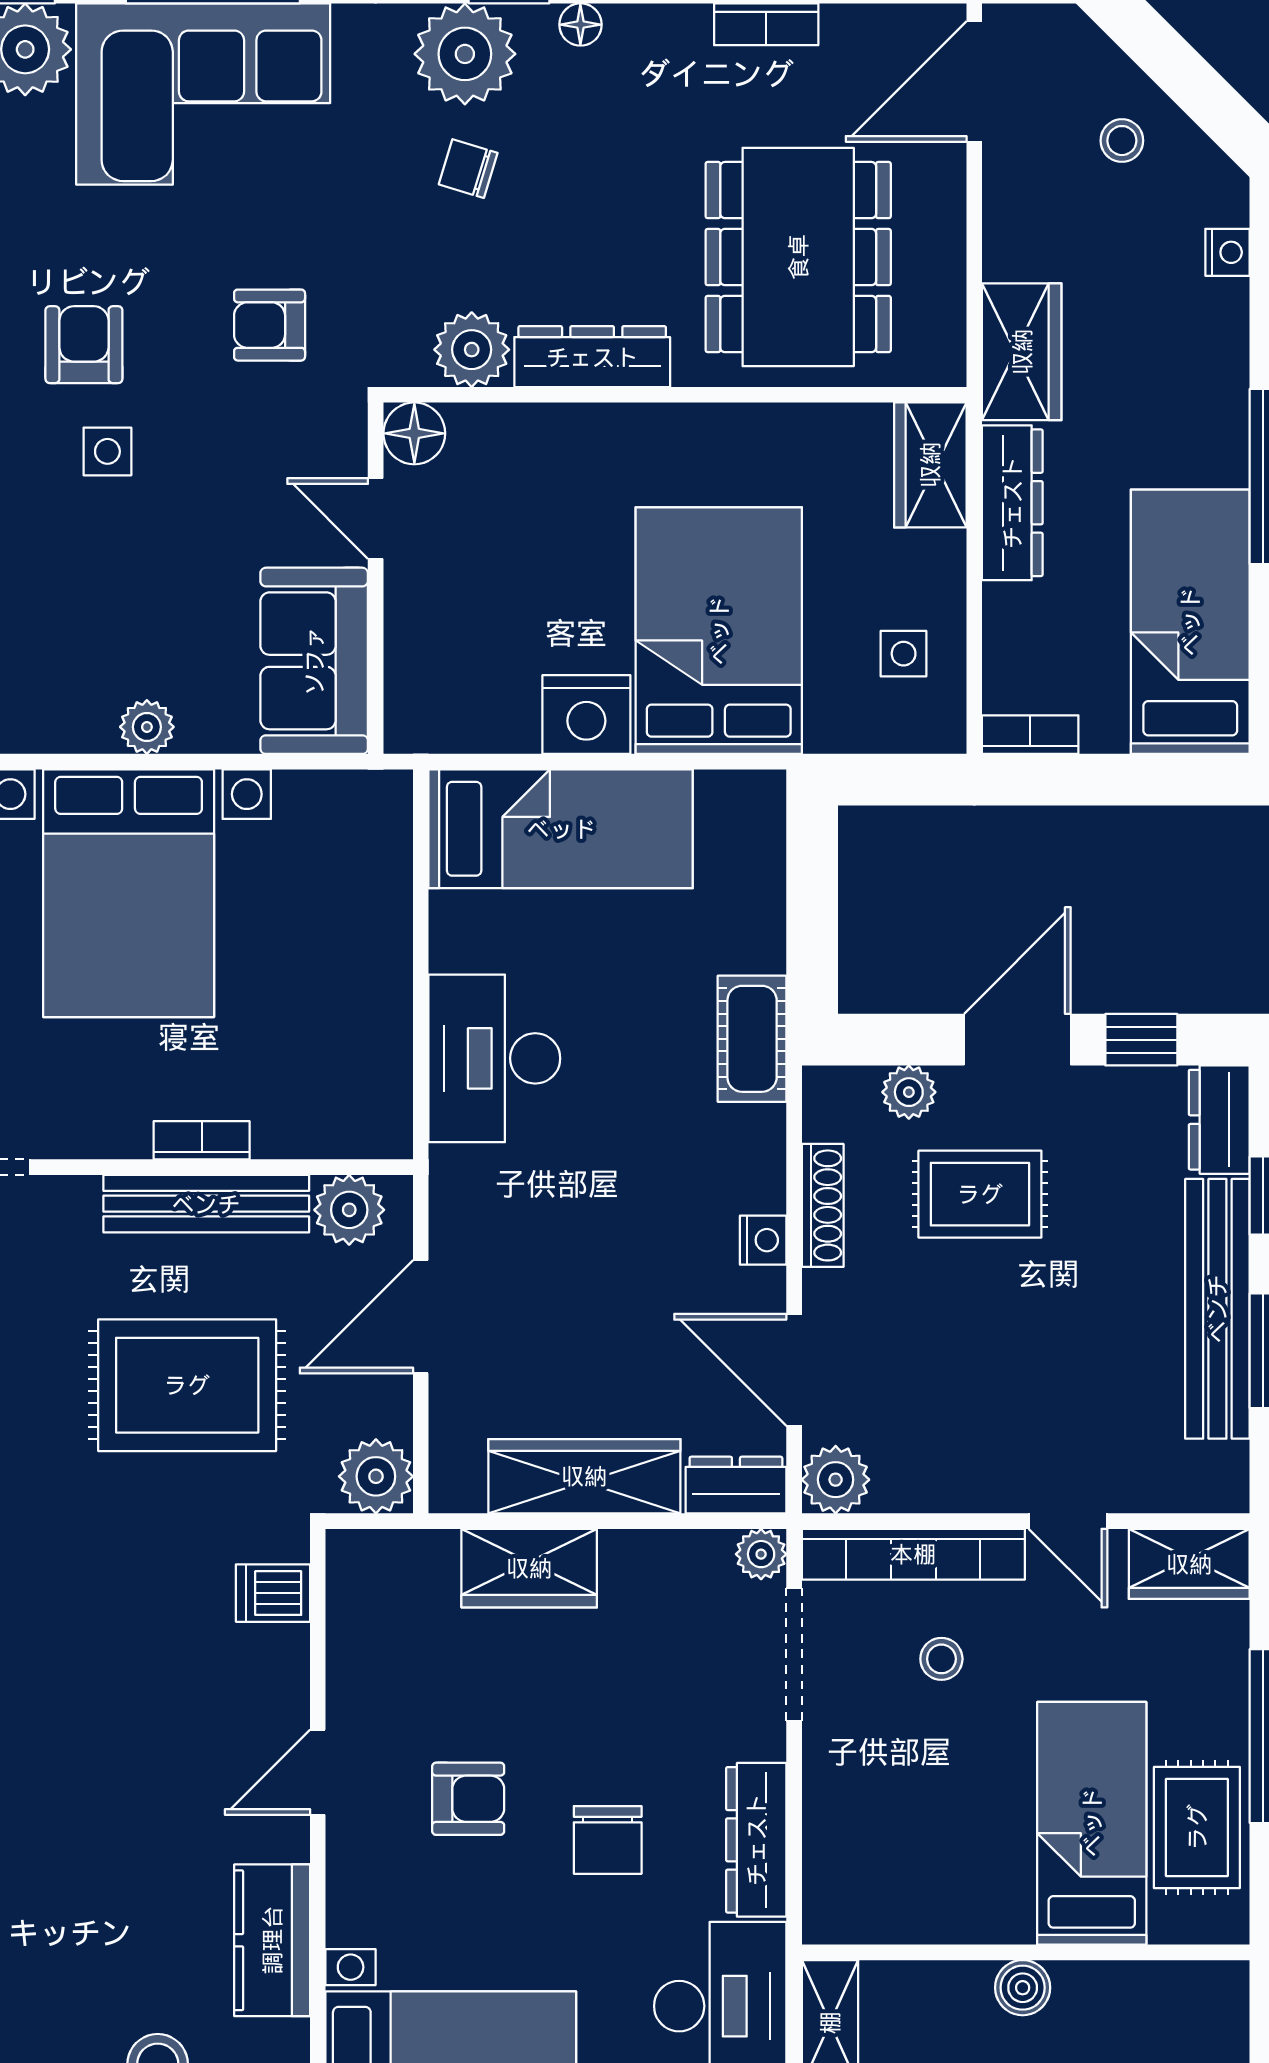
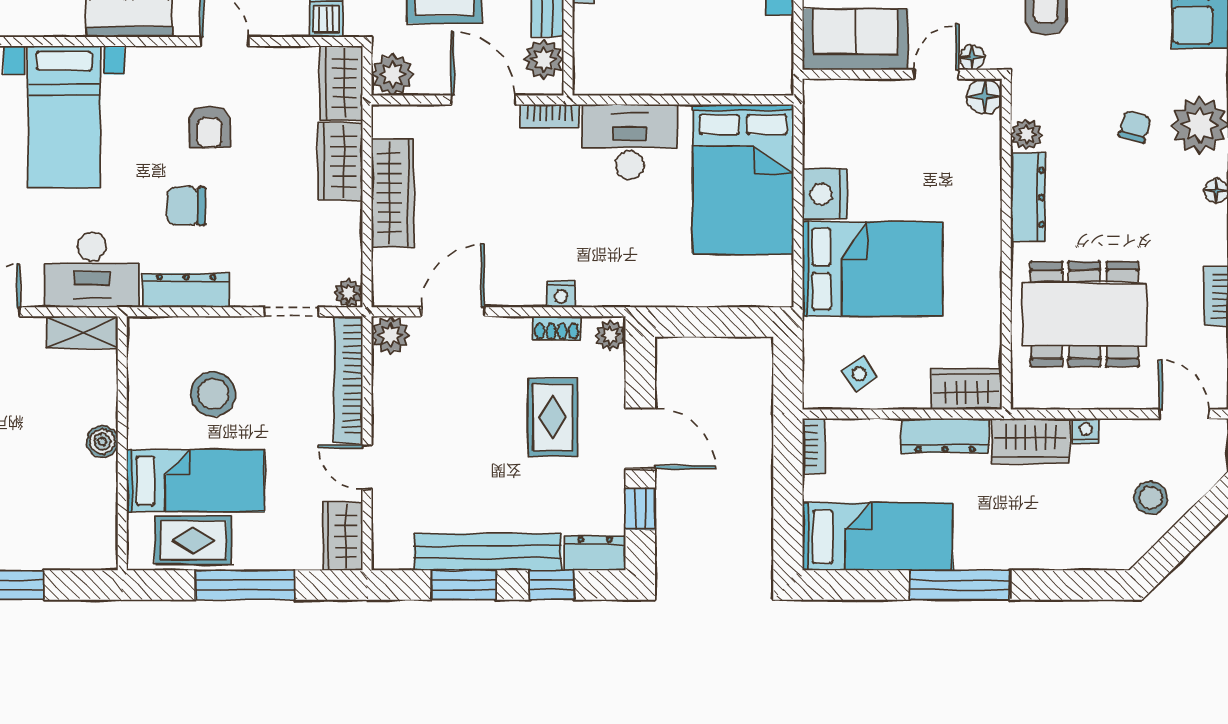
door: (974, 81) -> (1184, 414), width x0.73
stool: (1122, 141) -> (1151, 498), width x1.37, depth x1.37
nightstand: (1228, 252) -> (1086, 431), moved, turned 180
plant: (472, 350) -> (1026, 135), width x0.73, depth x0.73
floor lamp: (346, 455) -> (972, 58), added
side table: (904, 654) -> (859, 374), turned -35
bed: (561, 829) -> (743, 179), width x1.50
cot: (752, 1039) -> (641, 288), removed
plant: (909, 1092) -> (611, 335), moved
bookcase: (449, 1199) -> (550, 116), added
shoe rack: (823, 1205) -> (557, 328), width x0.70
nightstand: (763, 1240) -> (561, 294), moved
dresser: (736, 1485) -> (388, 279), removed
door: (1068, 1521) -> (367, 467), hinge flipped
wardrobe: (391, 1567) -> (341, 83), added
doorway: (794, 1654) -> (292, 312), width x0.73
stool: (941, 1659) -> (213, 394), moved, width x1.89, depth x1.89

